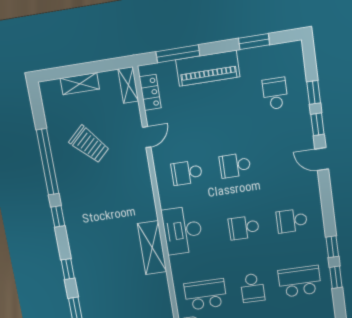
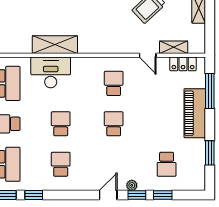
shelving: (128, 85) -> (174, 47), moved
school desk: (275, 94) -> (167, 164), turned 90
plant: (306, 132) -> (132, 185), added
desk: (182, 230) -> (51, 72), moved

